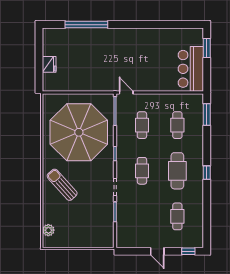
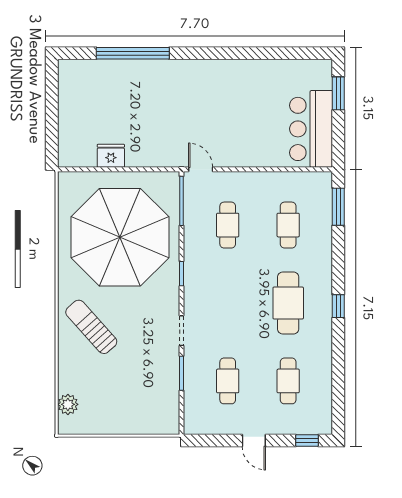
fridge: (49, 64) -> (111, 156), moved, turned -90
cafe table: (142, 171) -> (228, 381), moved

